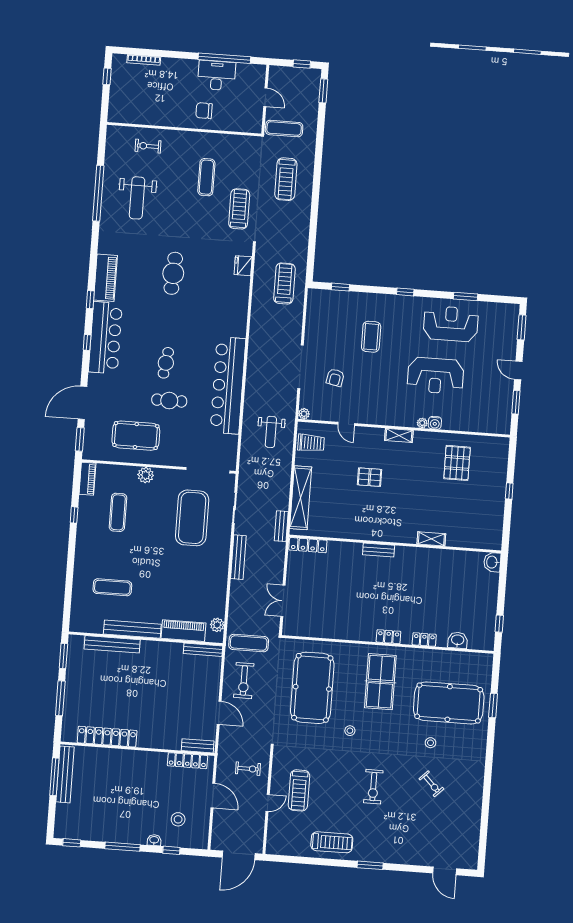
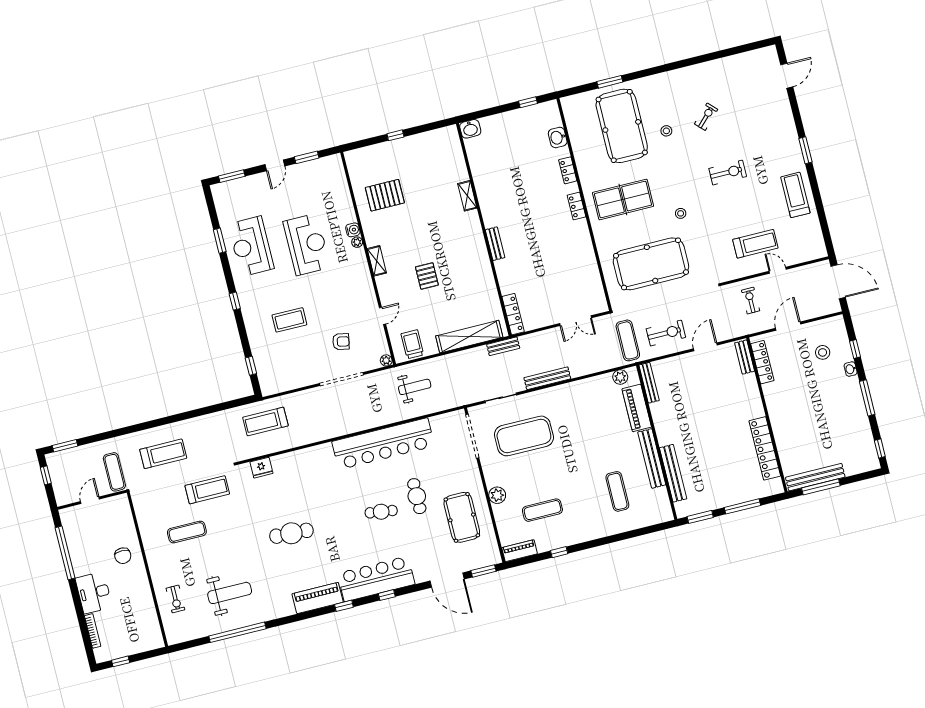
desk: (217, 75) -> (94, 593), moved
treadmill: (239, 209) -> (207, 490), turned 180

